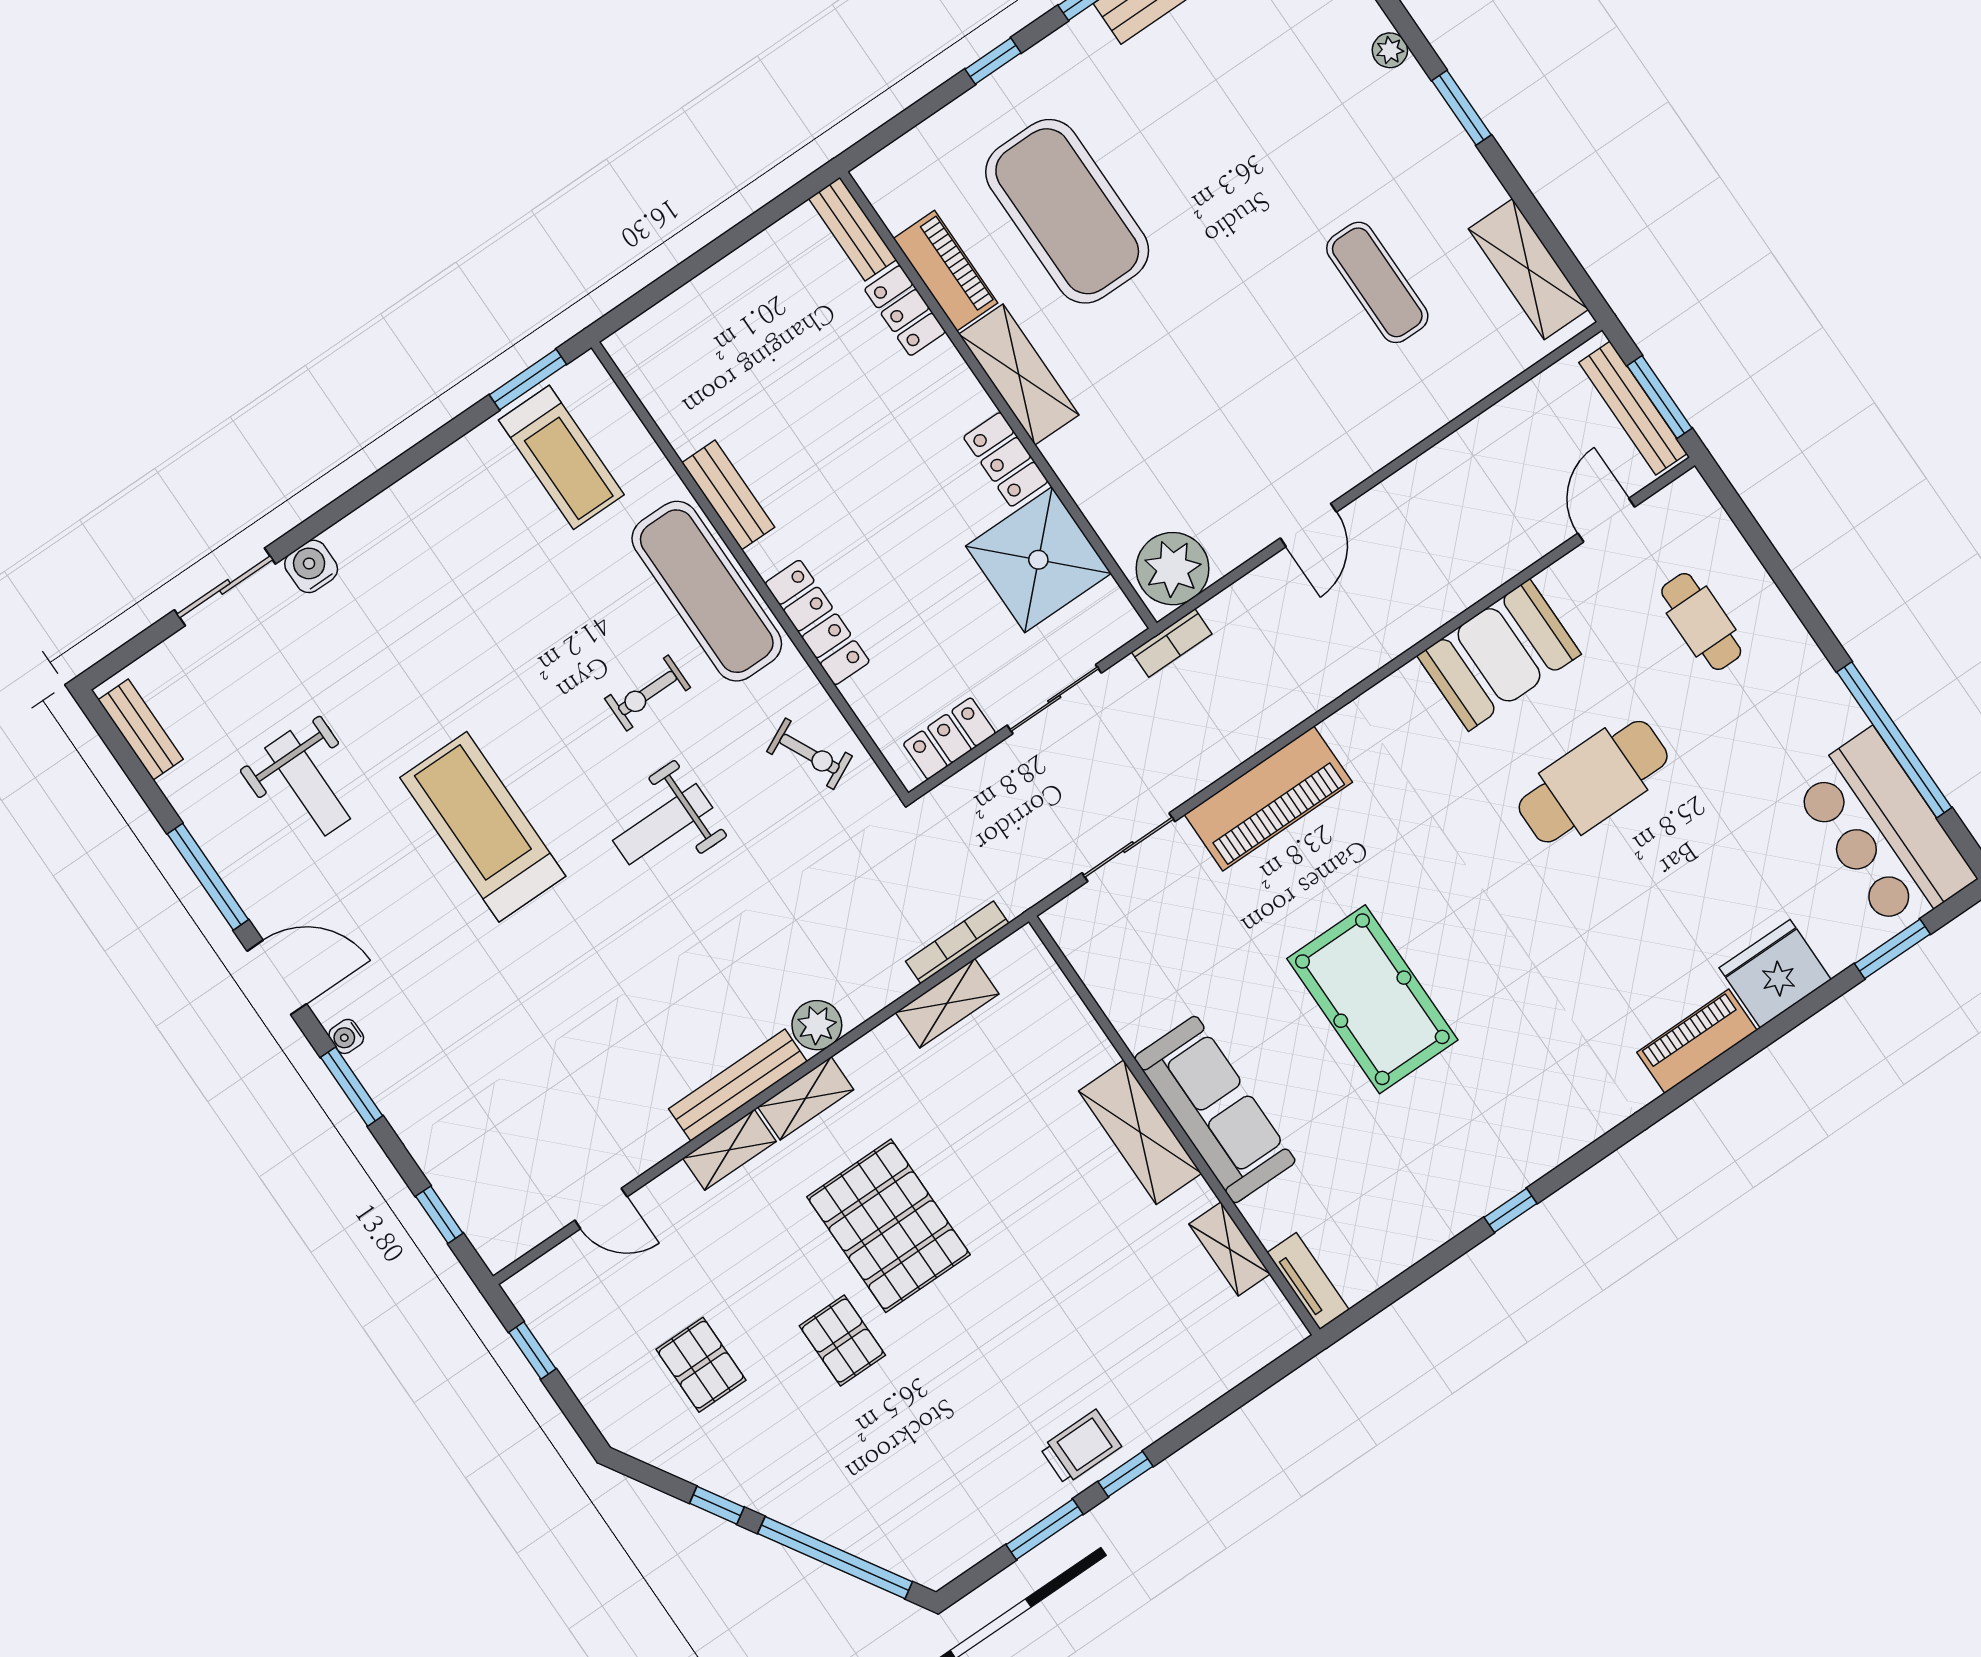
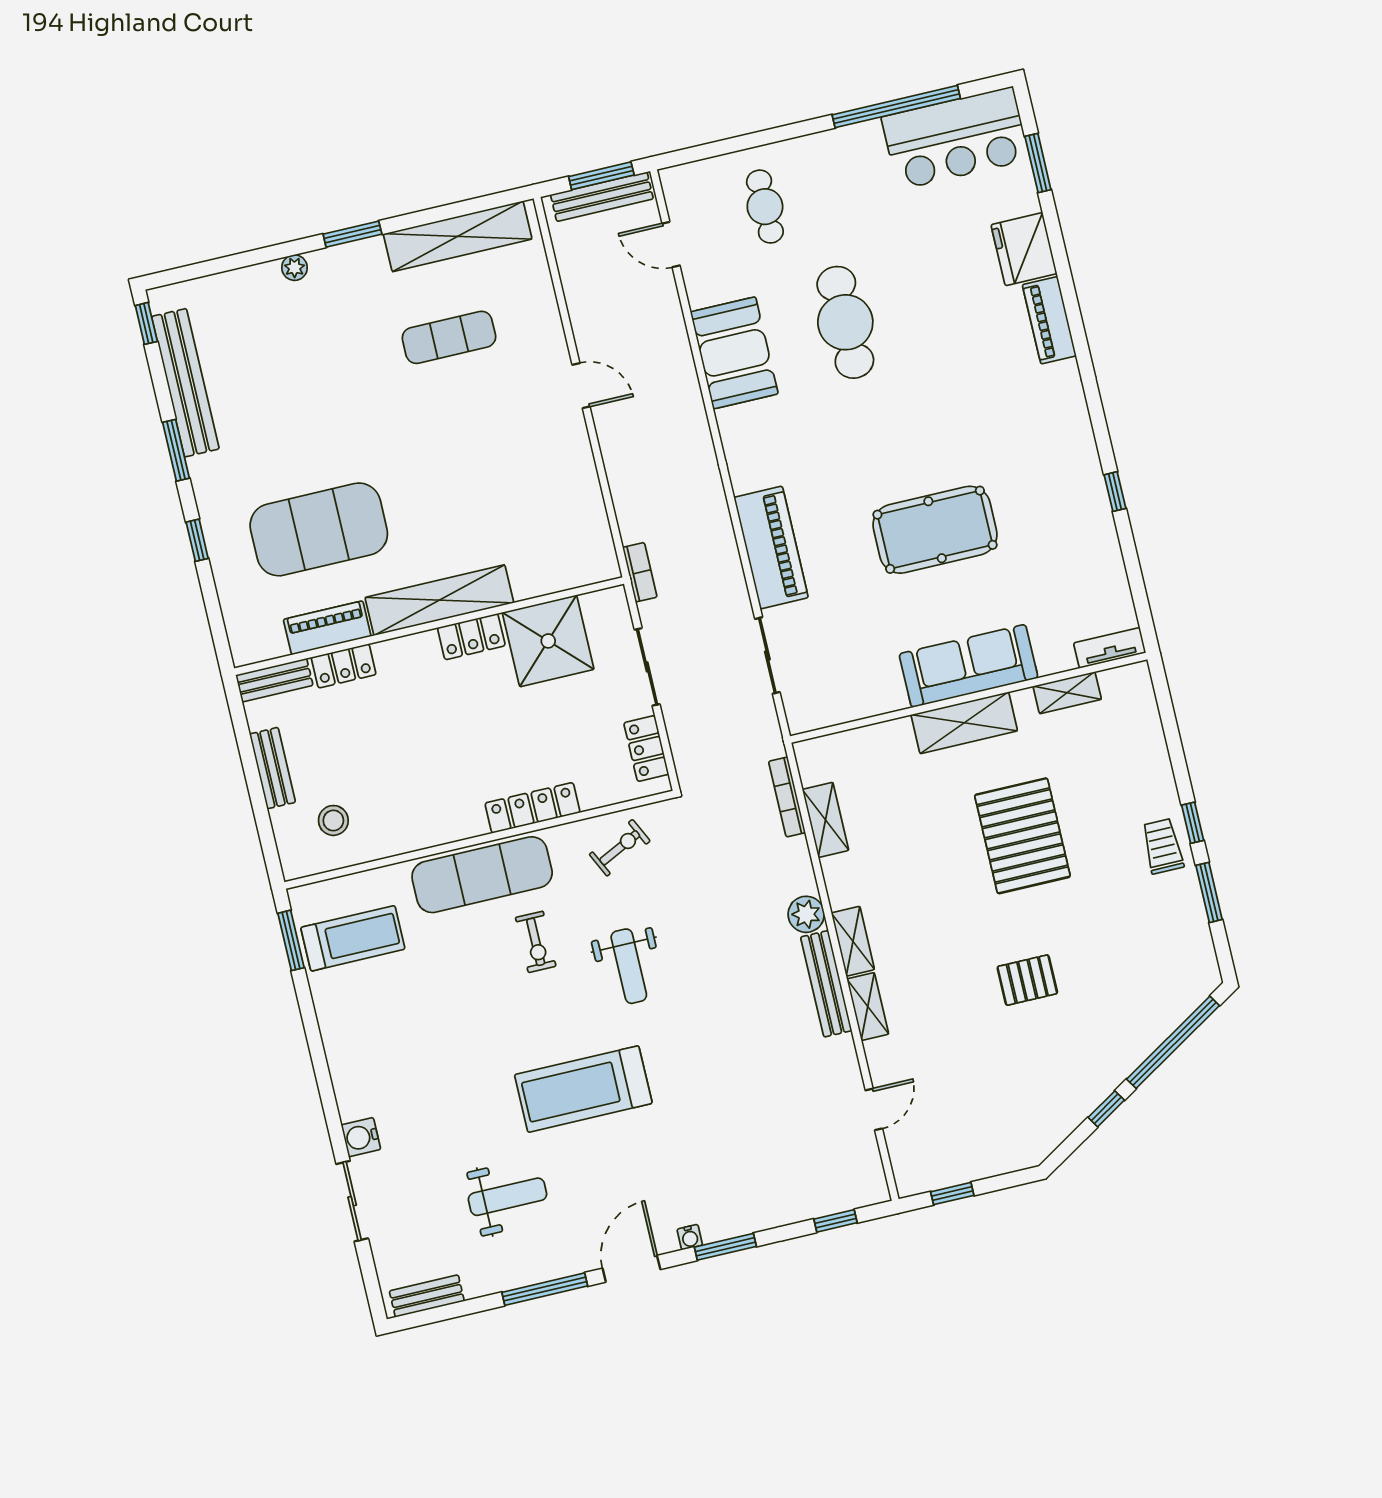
shelving: (1528, 269) -> (458, 236), width x1.47
stool: (702, 374) -> (333, 820), added
shelving: (1019, 374) -> (439, 600), width x1.47
bench: (728, 495) -> (273, 768), moved, turned 90
door: (1308, 525) -> (581, 386), moved
plant: (1173, 569) -> (590, 552), removed
cafe table: (1701, 622) -> (765, 207), turned 90
pallet: (888, 1226) -> (1022, 836), moved, turned 90
pallet: (701, 1365) -> (1006, 1083), removed

